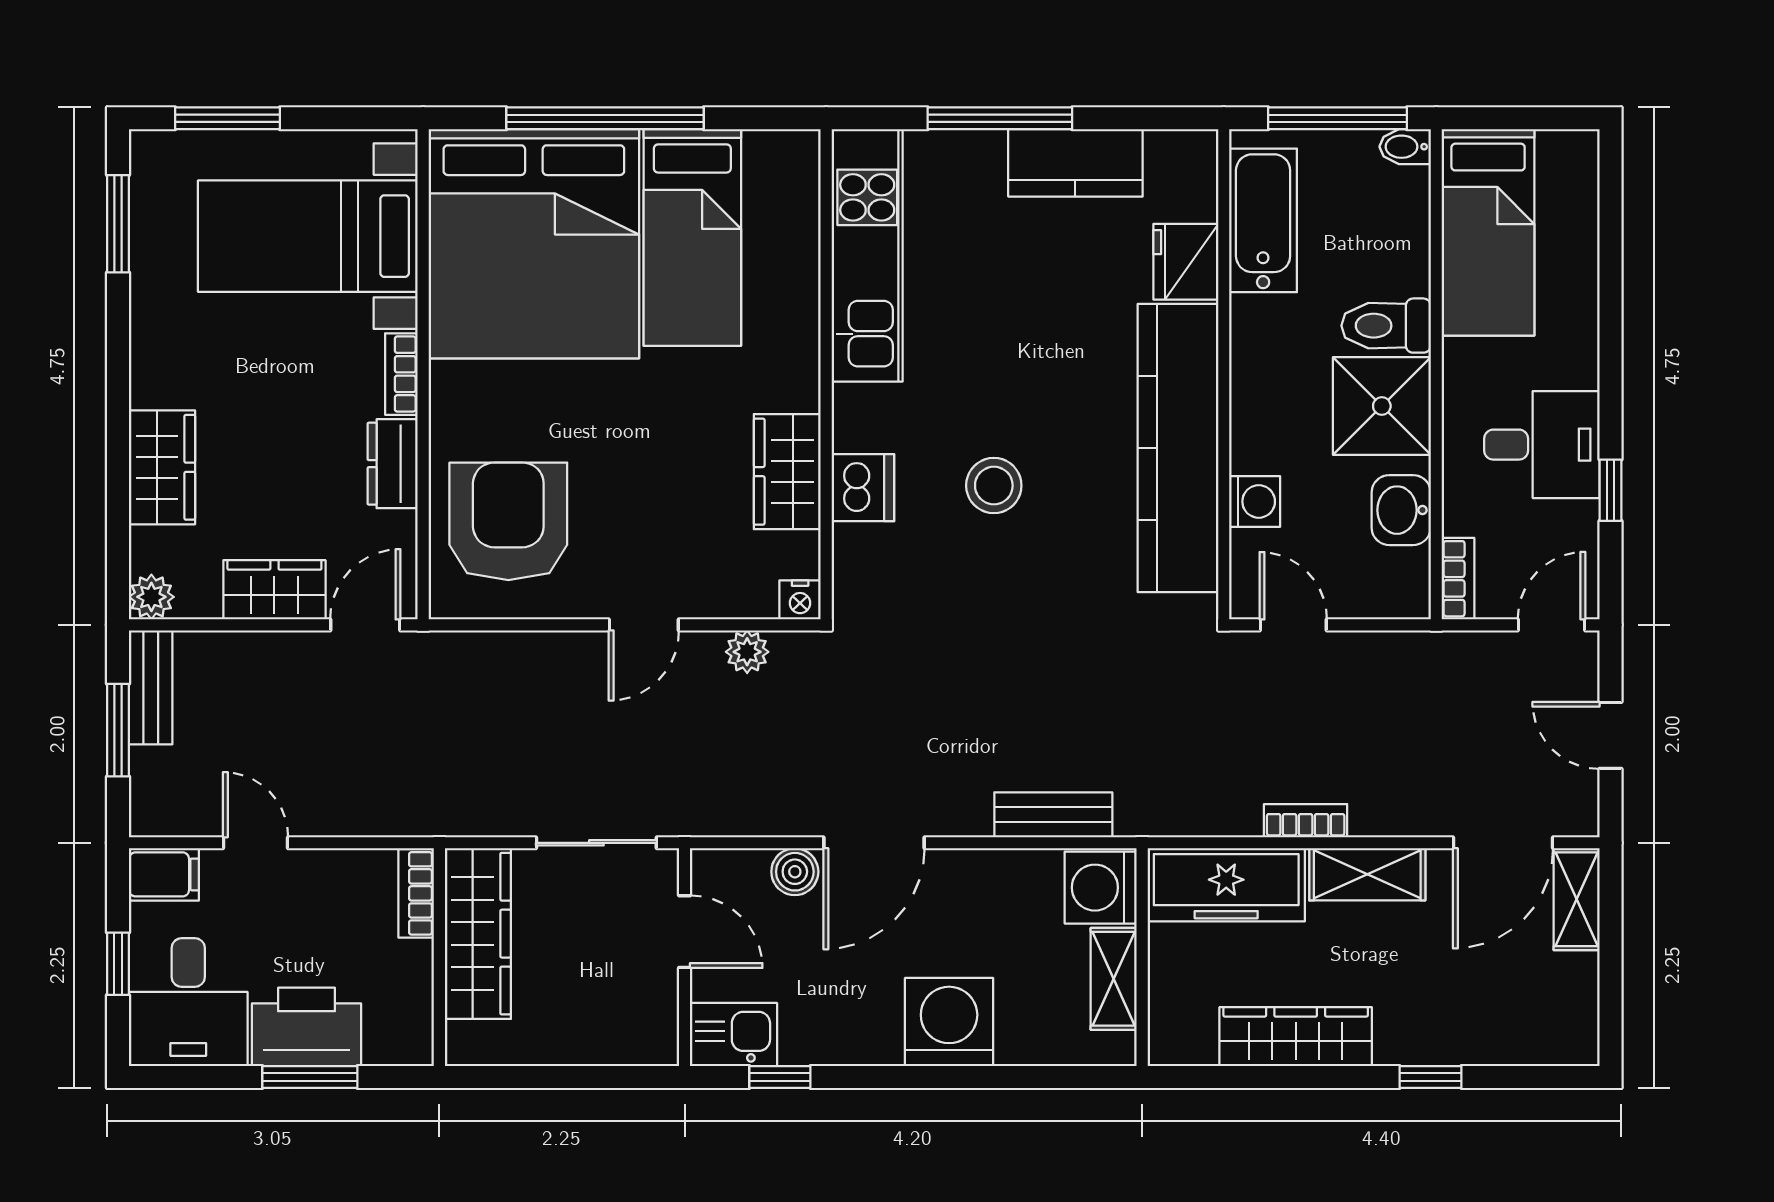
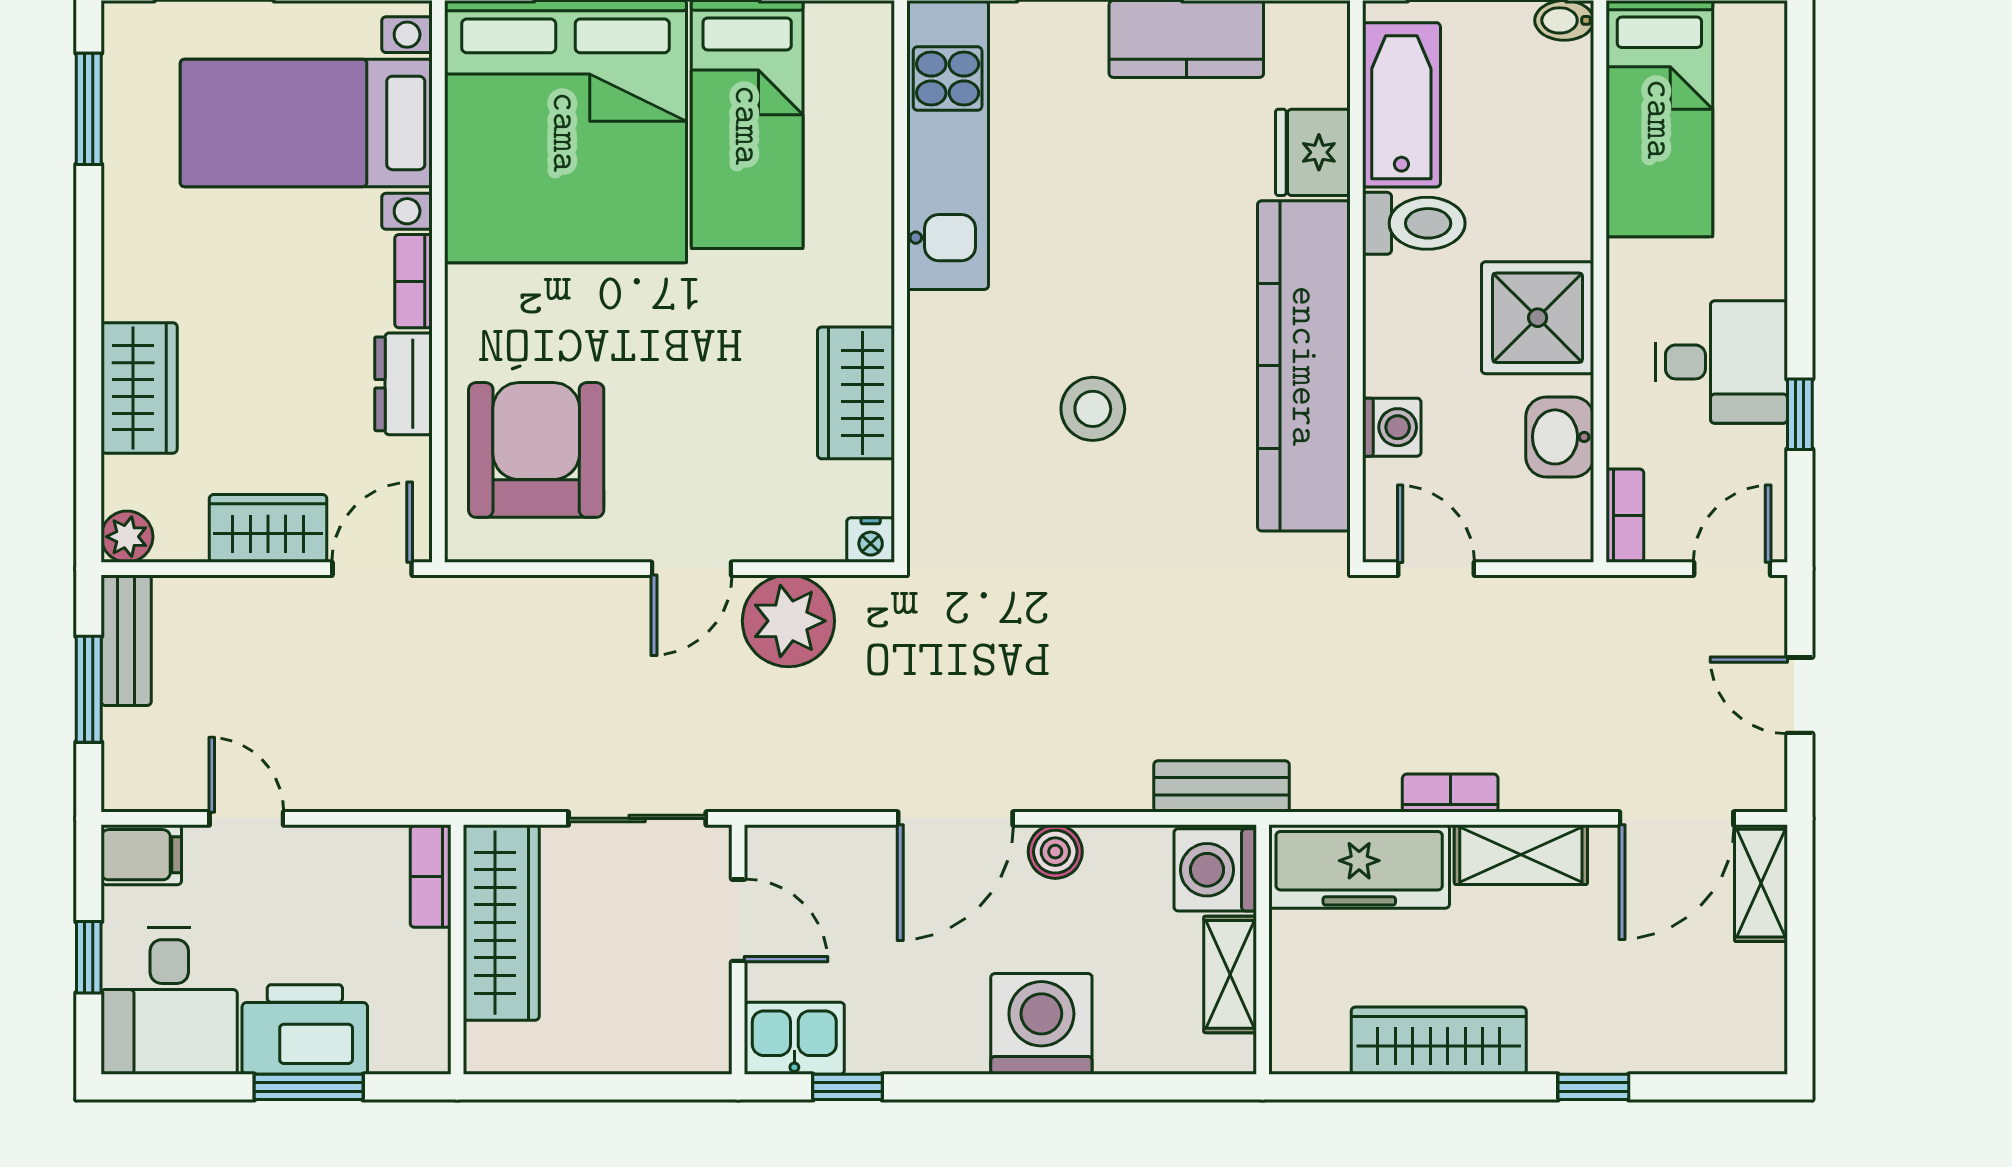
toilet: (1386, 326) -> (1414, 223), moved, turned 180
dishwasher: (863, 488) -> (943, 411), removed
plant: (747, 652) -> (788, 621), width x1.88, depth x1.88
bench: (1053, 815) -> (1222, 786), moved
boiler: (795, 872) -> (1055, 852), moved

